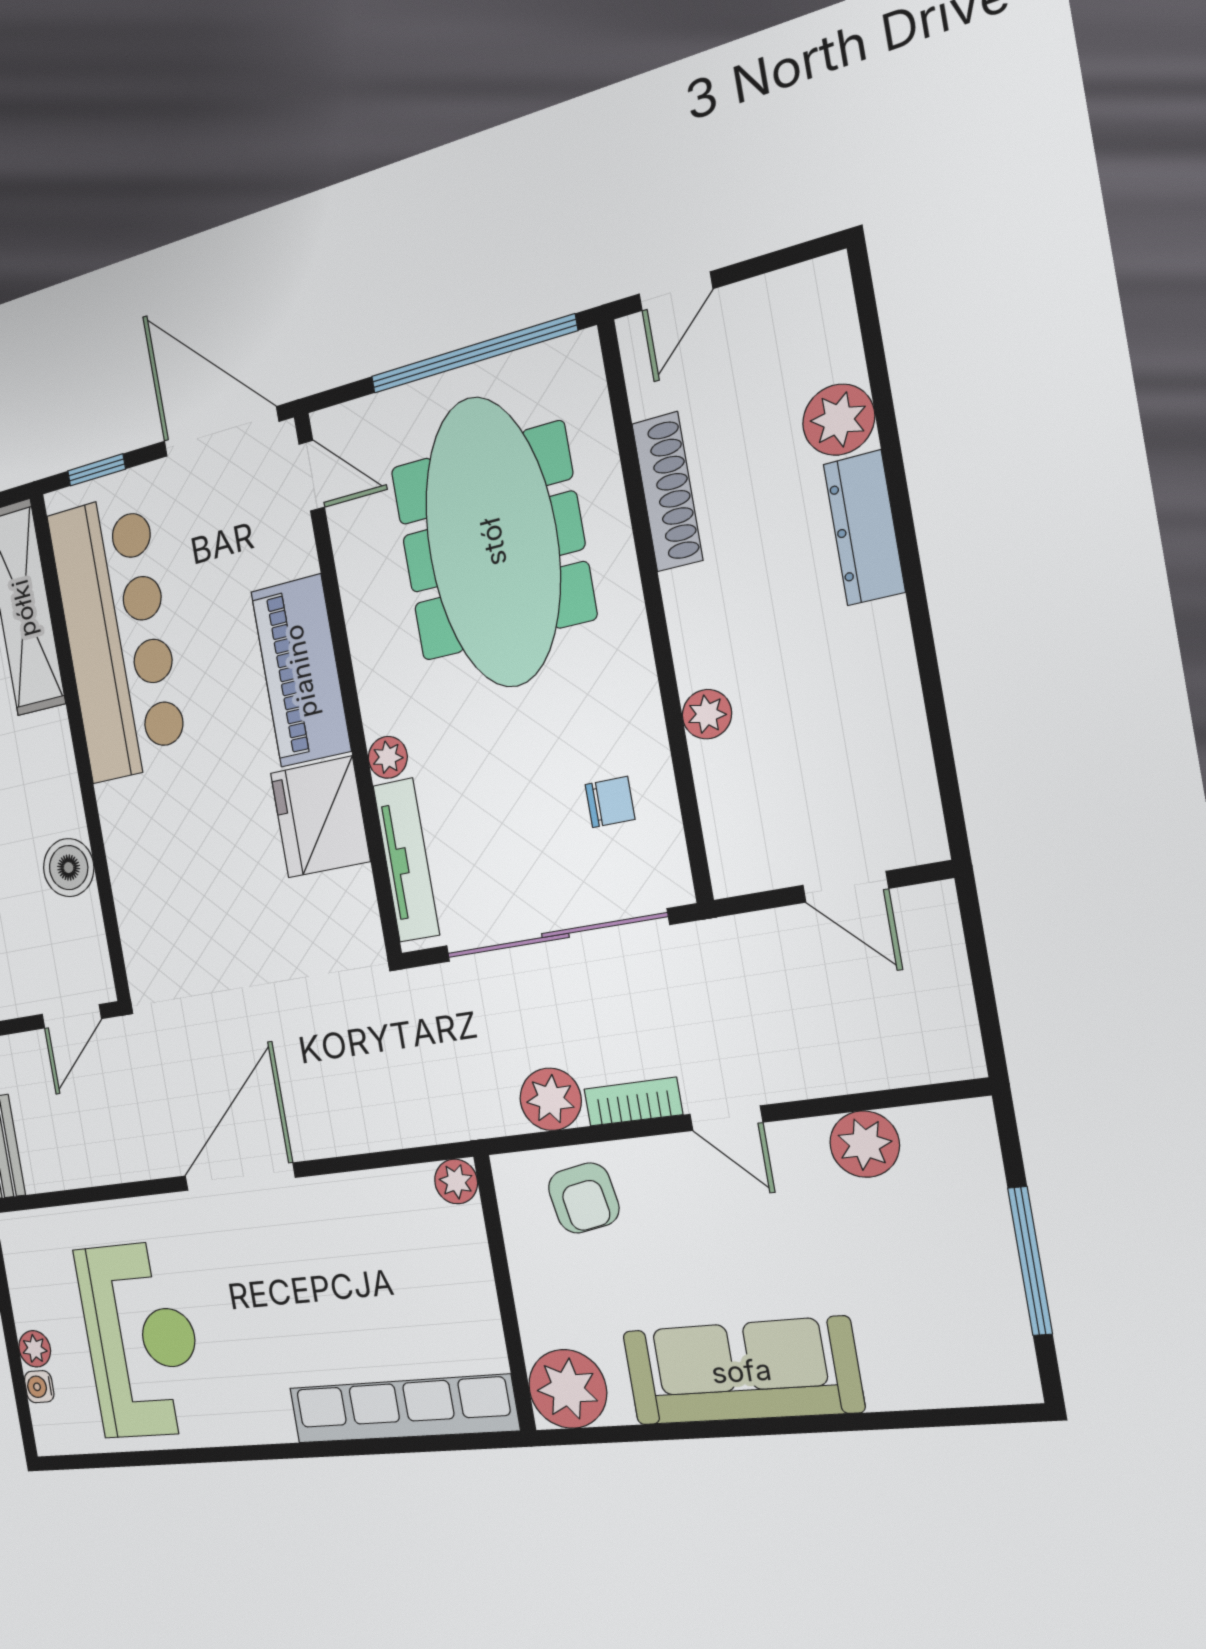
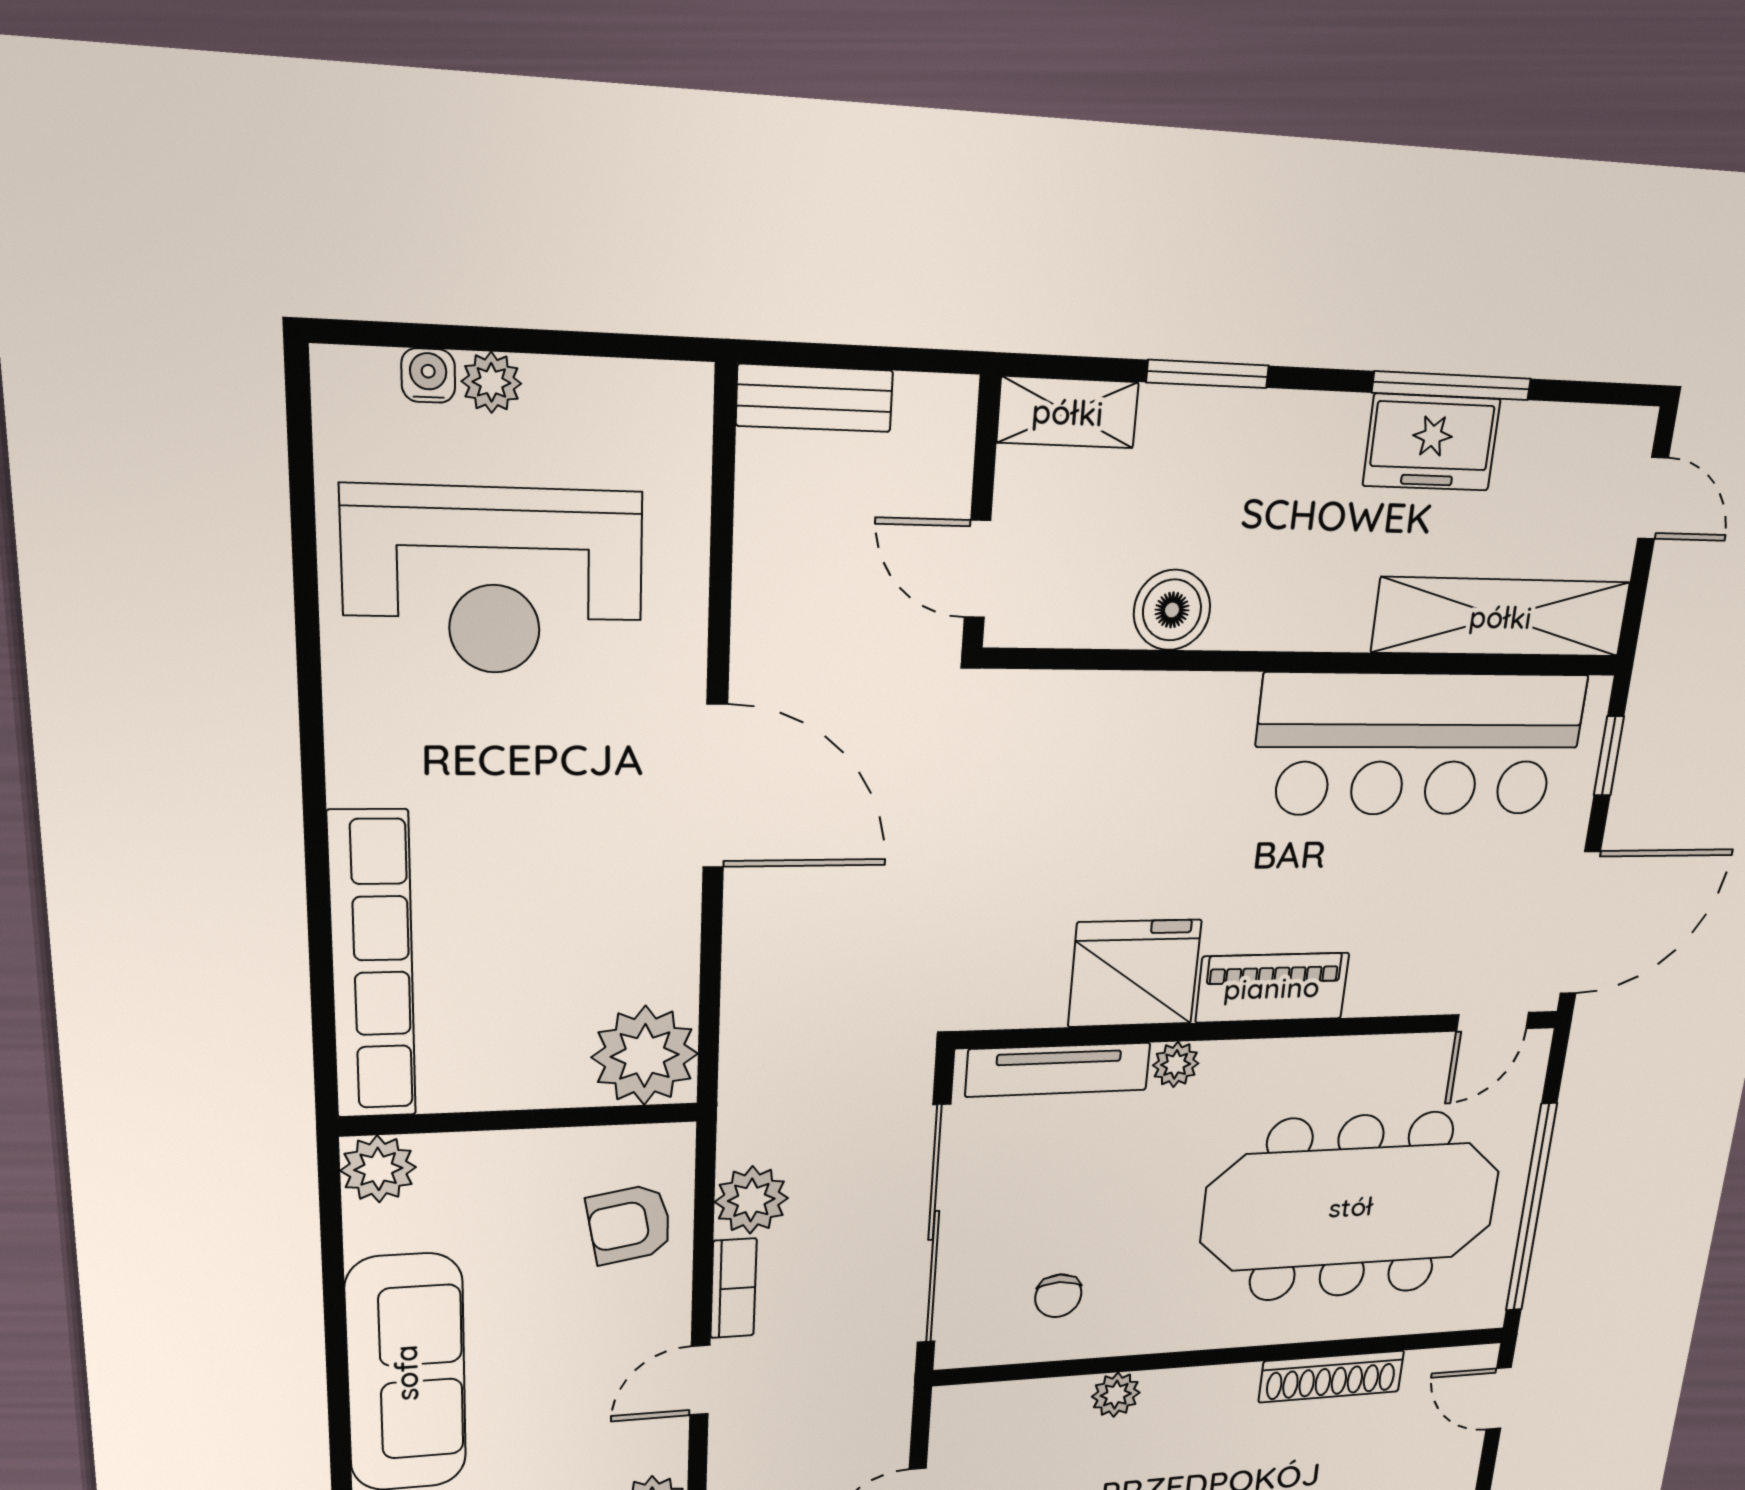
piano: (301, 671) -> (1272, 988), width x0.73, depth x0.75
plant: (456, 1181) -> (645, 1056), width x1.88, depth x1.88
plant: (568, 1389) -> (378, 1169), width x0.73, depth x0.73

